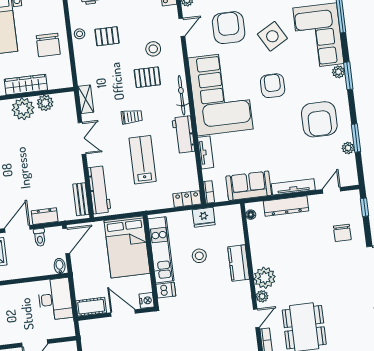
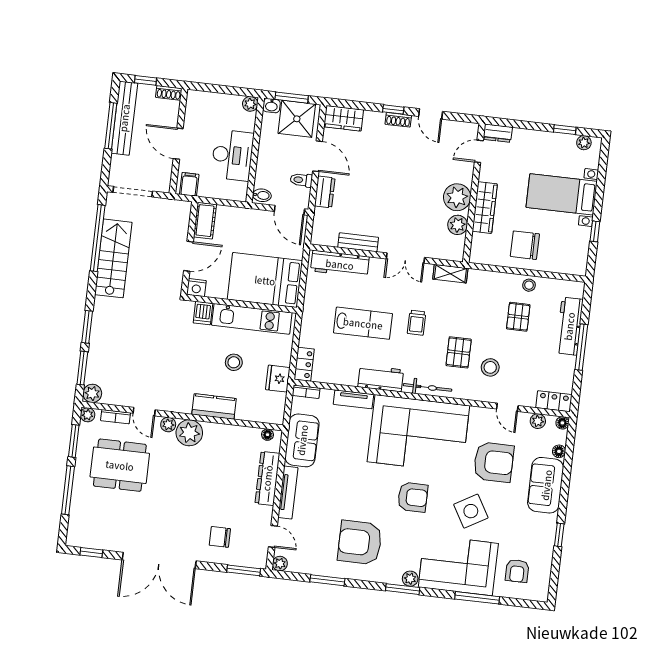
plant: (348, 148) -> (280, 564), moved
bench: (81, 199) -> (358, 242), moved
window: (364, 207) -> (244, 570), width x1.50
desk: (55, 299) -> (232, 155), moved, turned -90
filing cabinet: (65, 326) -> (189, 184), added

